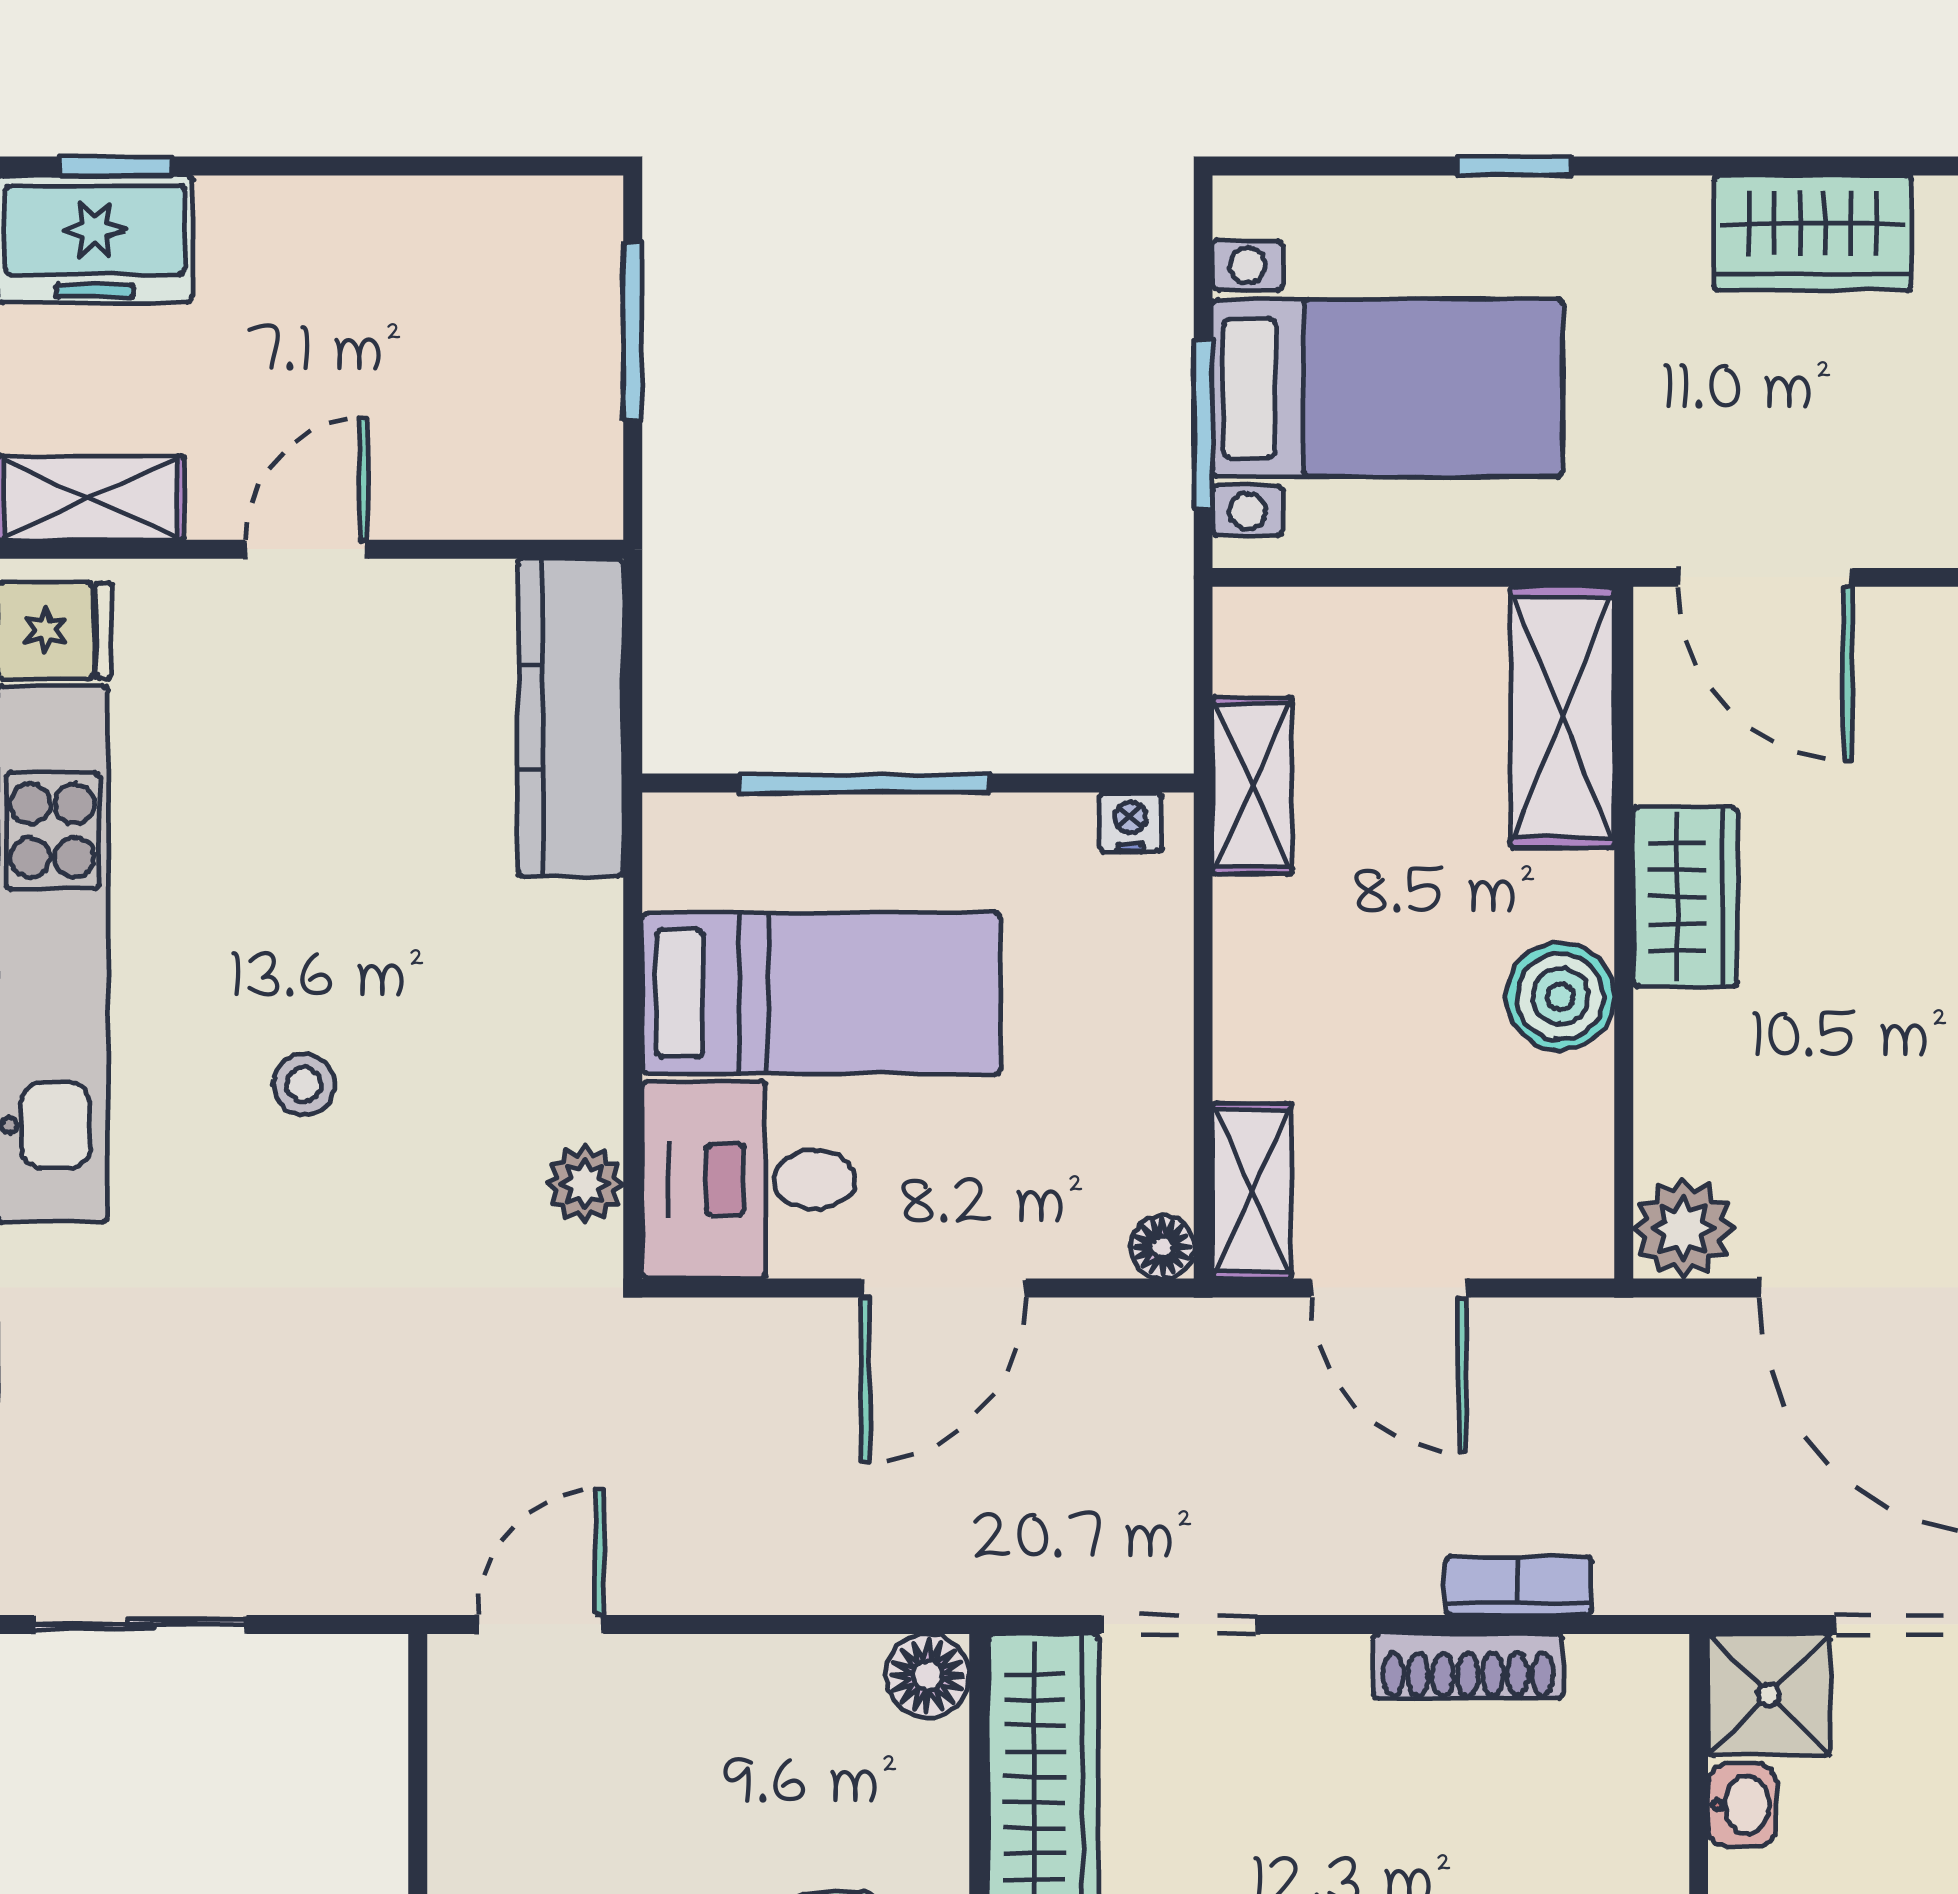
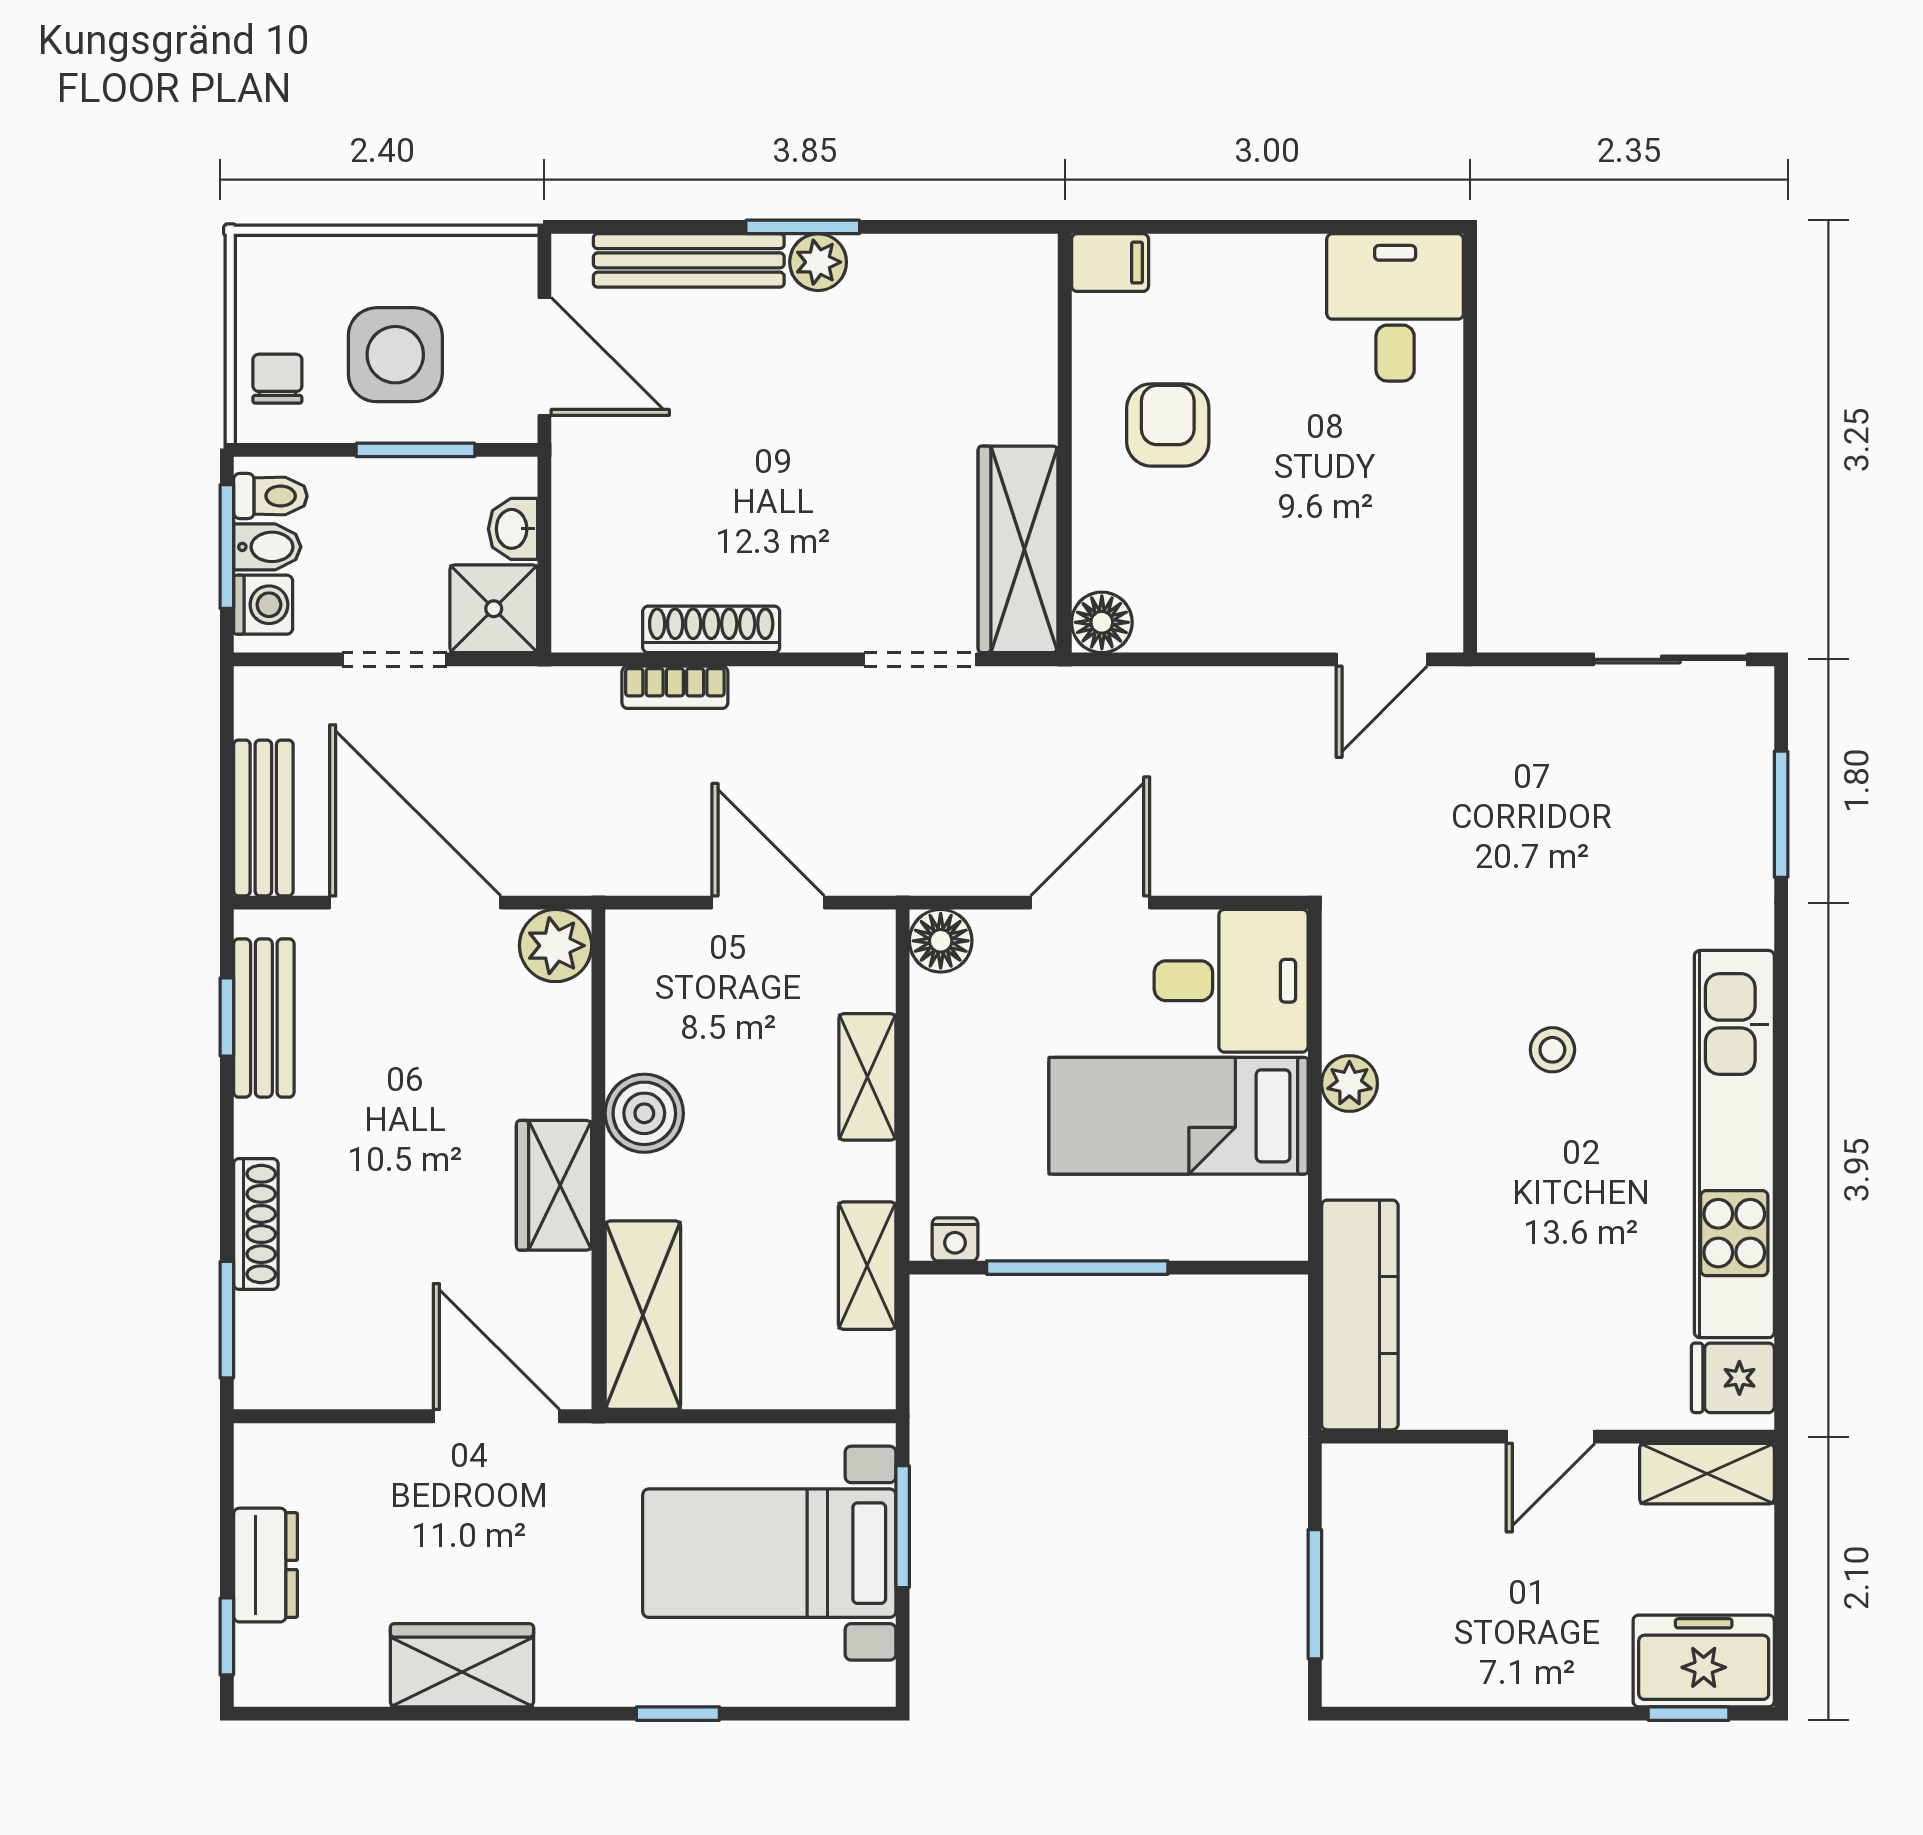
window: (864, 783) -> (1077, 1268), moved
plant: (585, 1184) -> (1349, 1084), moved
shelving: (1252, 1191) -> (867, 1077), moved
floor lamp: (1162, 1247) -> (941, 941), width x1.37, depth x1.37

